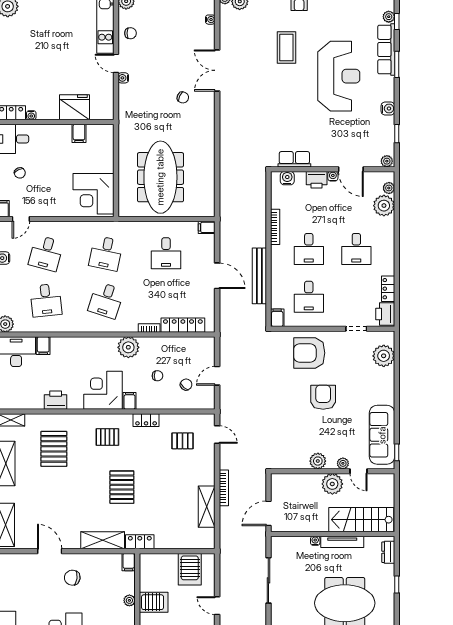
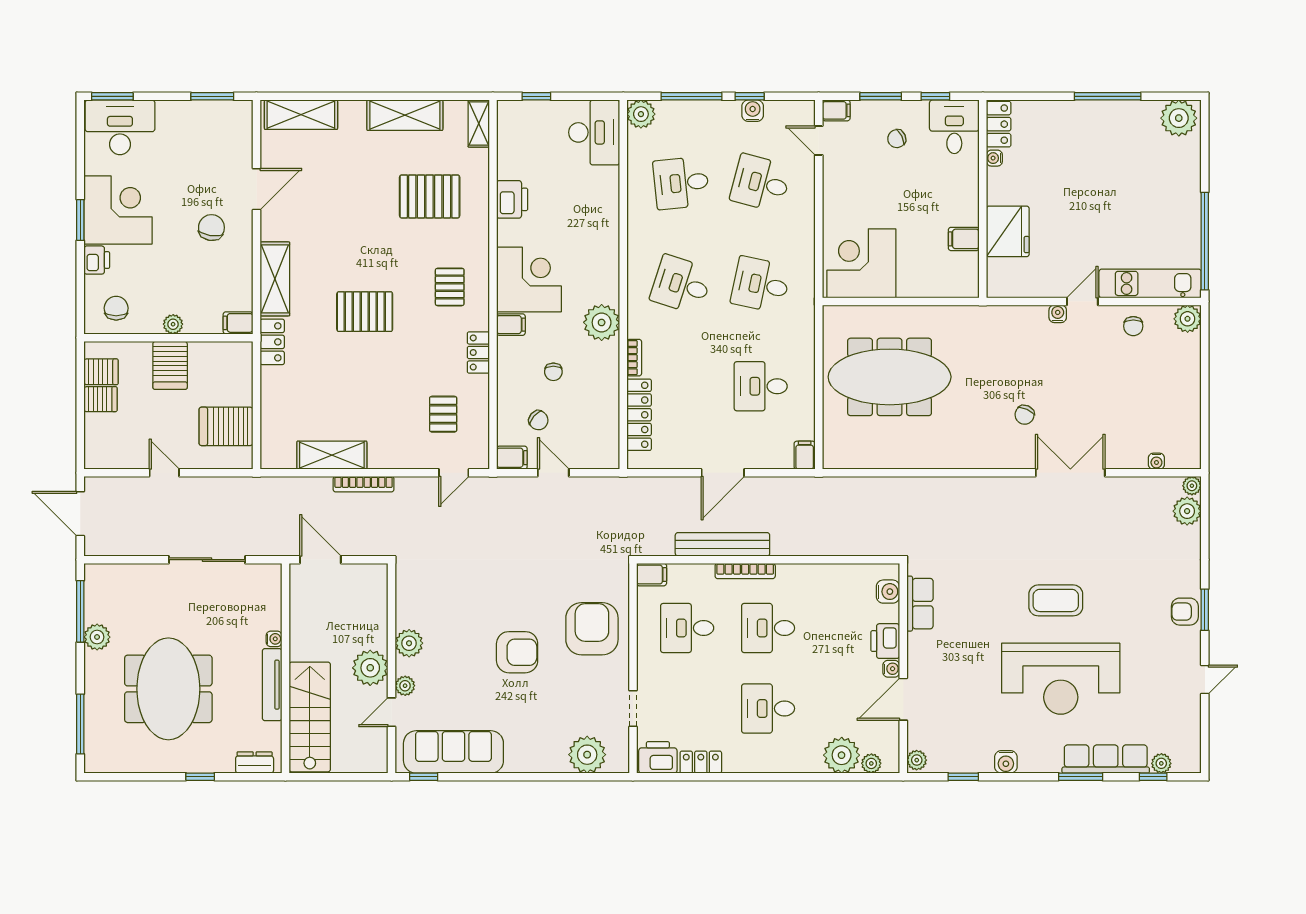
coffee table: (286, 48) -> (1056, 600), moved
bookcase: (275, 227) -> (745, 571), moved
filing cabinet: (43, 346) -> (512, 458), moved, turned 180
door: (217, 606) -> (164, 473), hinge flipped

